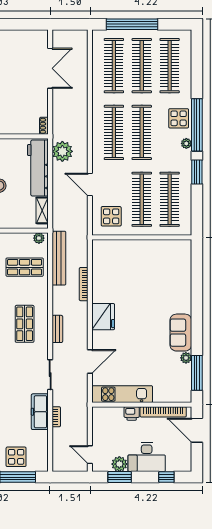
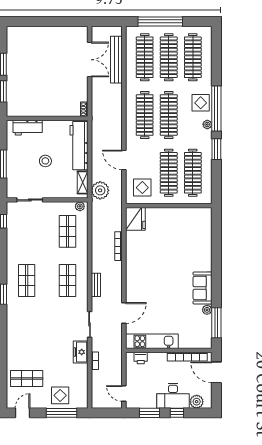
plant: (62, 151) -> (100, 190), moved
bench: (59, 258) -> (116, 60), moved
shop shelf: (25, 267) -> (67, 231), turned 90
fridge: (103, 317) -> (135, 219), moved
freezer: (40, 412) -> (81, 352), width x0.71
printer: (132, 413) -> (141, 358), moved
plant: (119, 464) -> (197, 402), moved
window: (166, 477) -> (177, 413), moved

